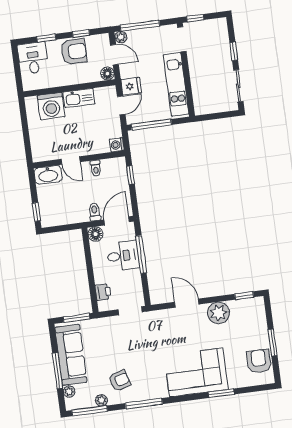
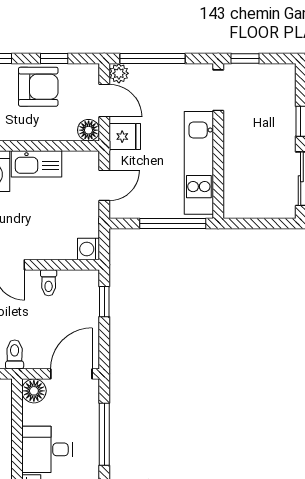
fridge: (131, 86) -> (125, 137), moved
window: (151, 125) -> (173, 223), moved
toilet: (95, 212) -> (15, 354), moved
desk: (123, 256) -> (47, 449), moved, turned 180

